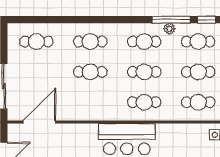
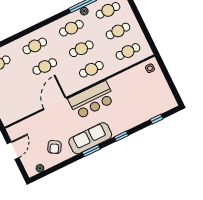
door: (39, 122) -> (55, 104), moved

